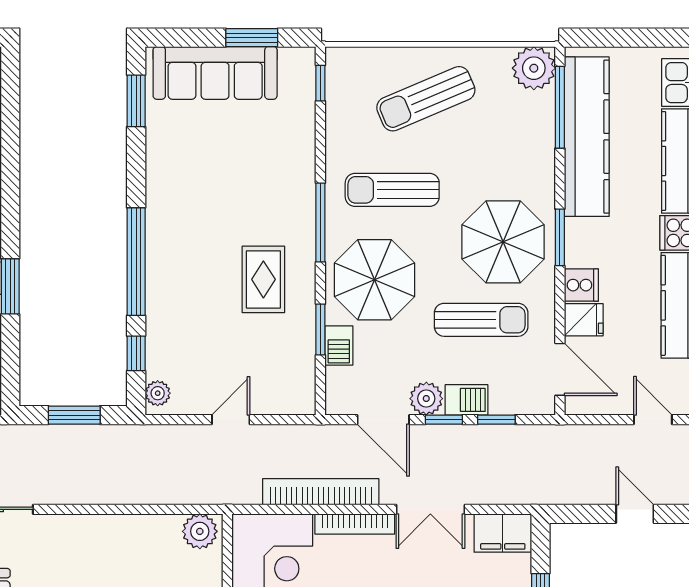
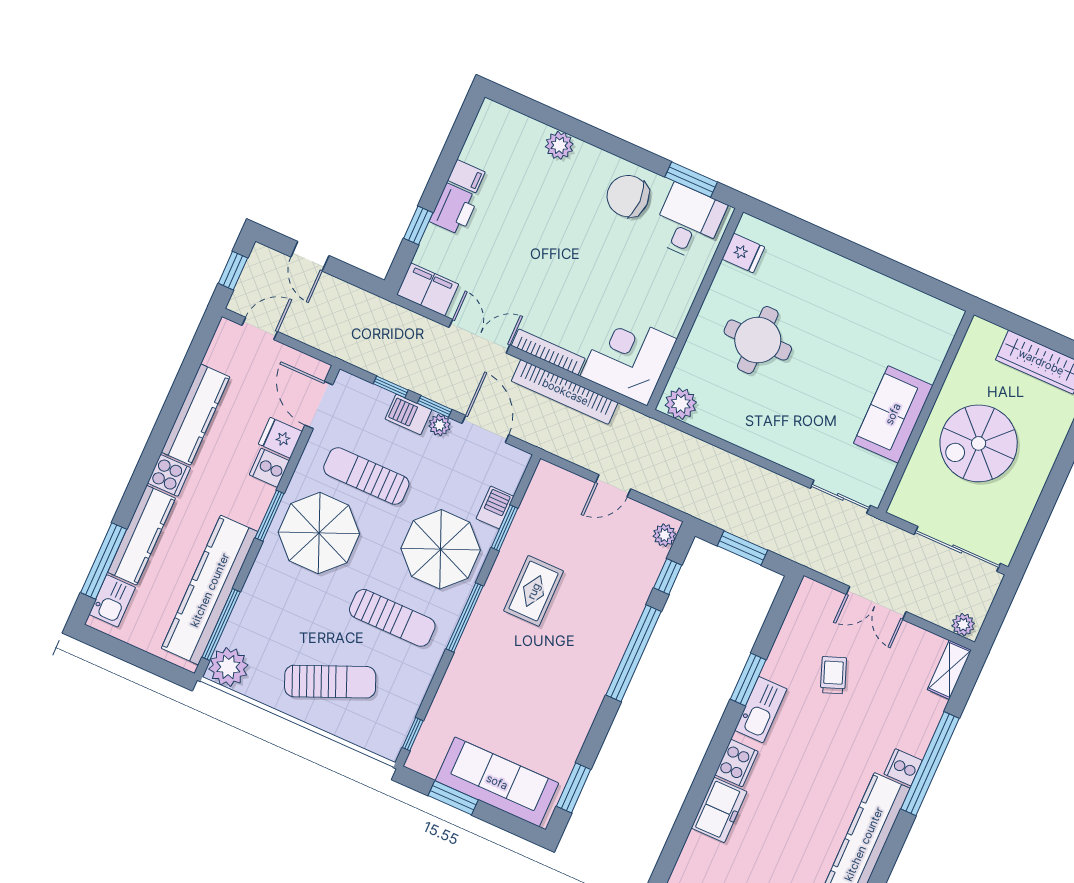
plant: (426, 399) -> (440, 425), width x0.73, depth x0.73
door: (653, 420) -> (260, 329), swing flipped

